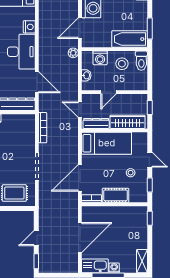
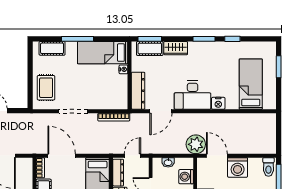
plant: (73, 53) -> (196, 144), width x1.88, depth x1.88

